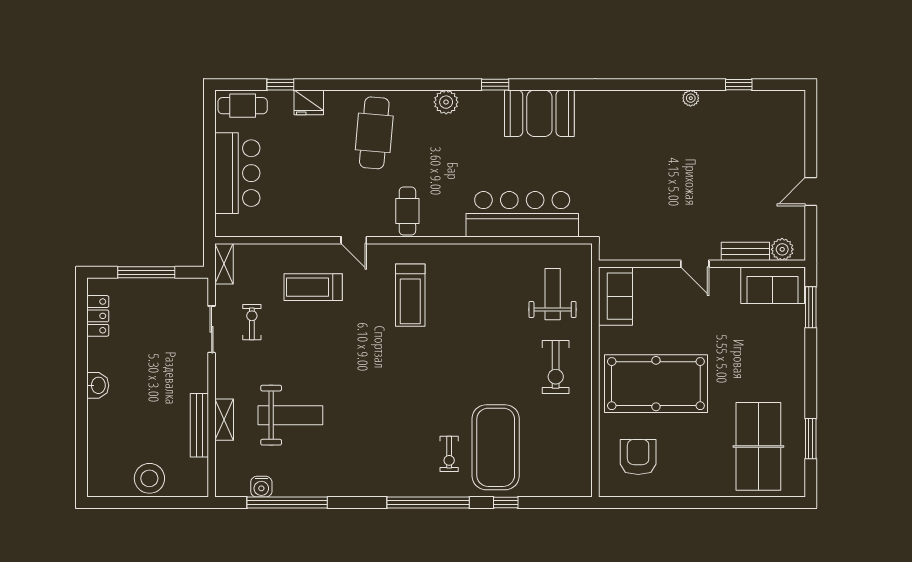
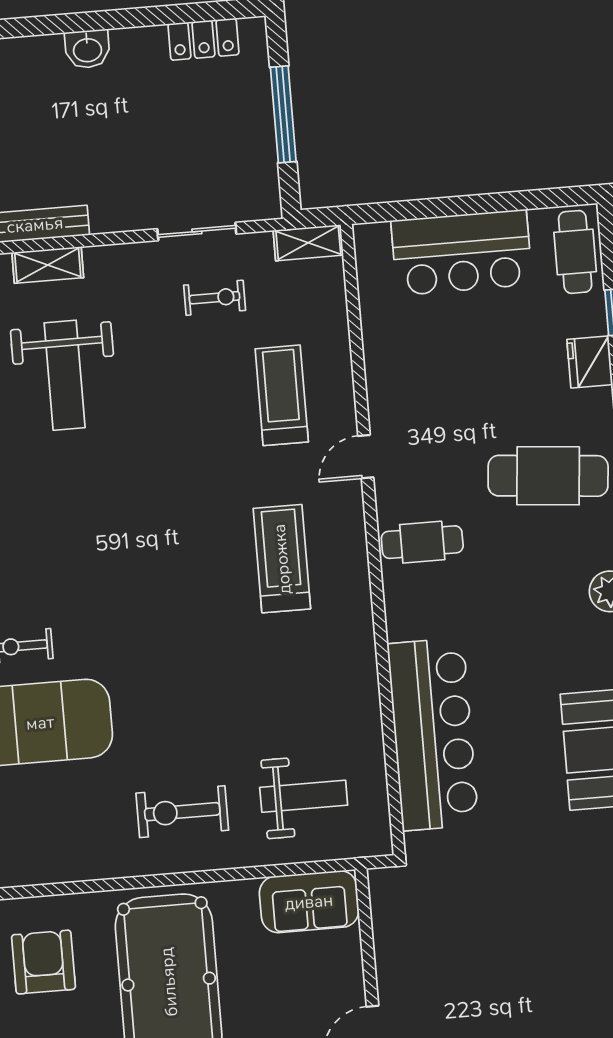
treadmill: (410, 295) -> (282, 559), turned 90
armchair: (638, 457) -> (43, 962), turned -90

